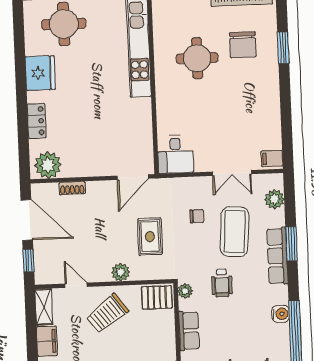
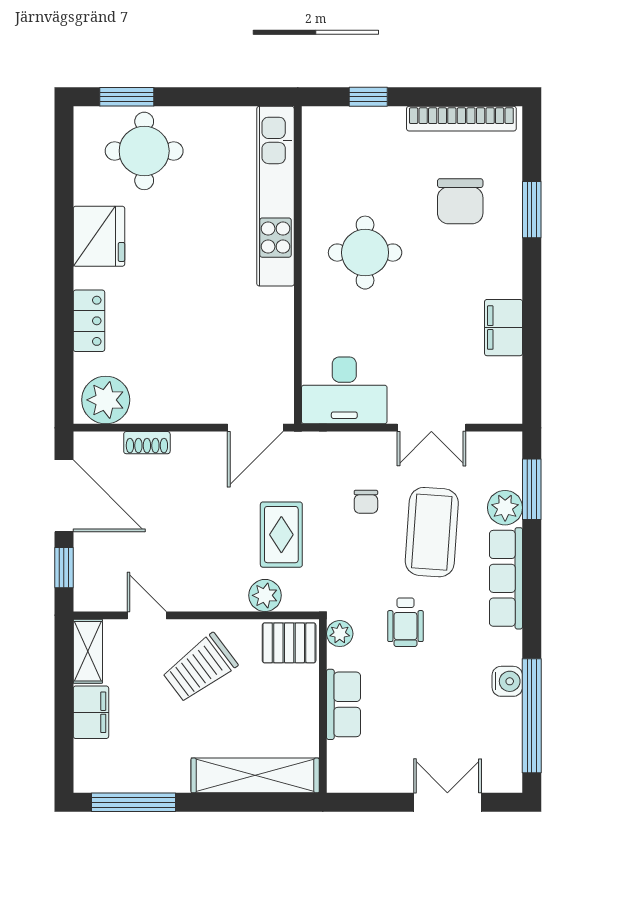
round table: (197, 58) -> (365, 253), moved
desk: (175, 154) -> (344, 390), width x1.37
filing cabinet: (272, 159) -> (504, 328), moved, width x2.00
plant: (274, 199) -> (505, 508), moved
chair: (197, 216) -> (366, 502), turned 90
window: (291, 244) -> (532, 489), moved
plant: (121, 272) -> (265, 595), moved

